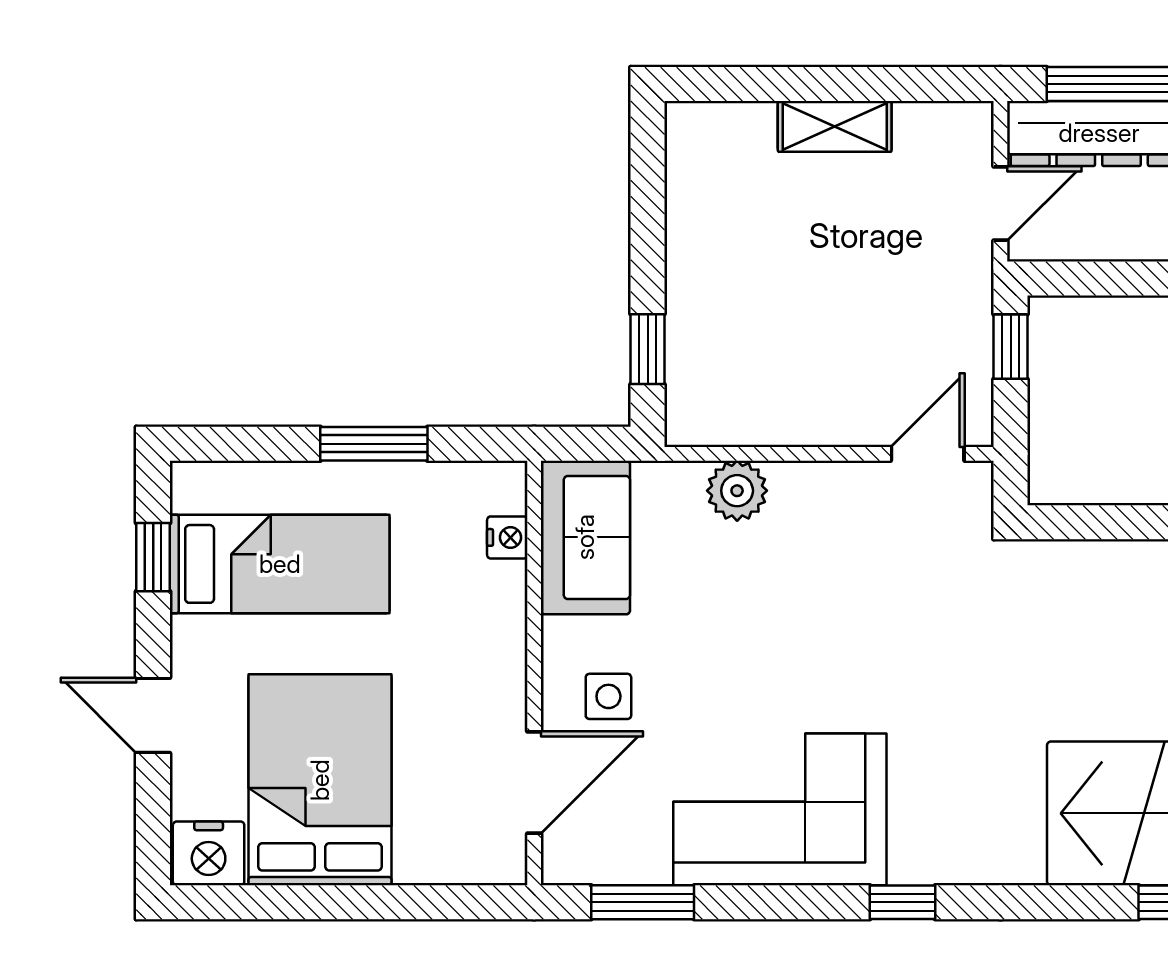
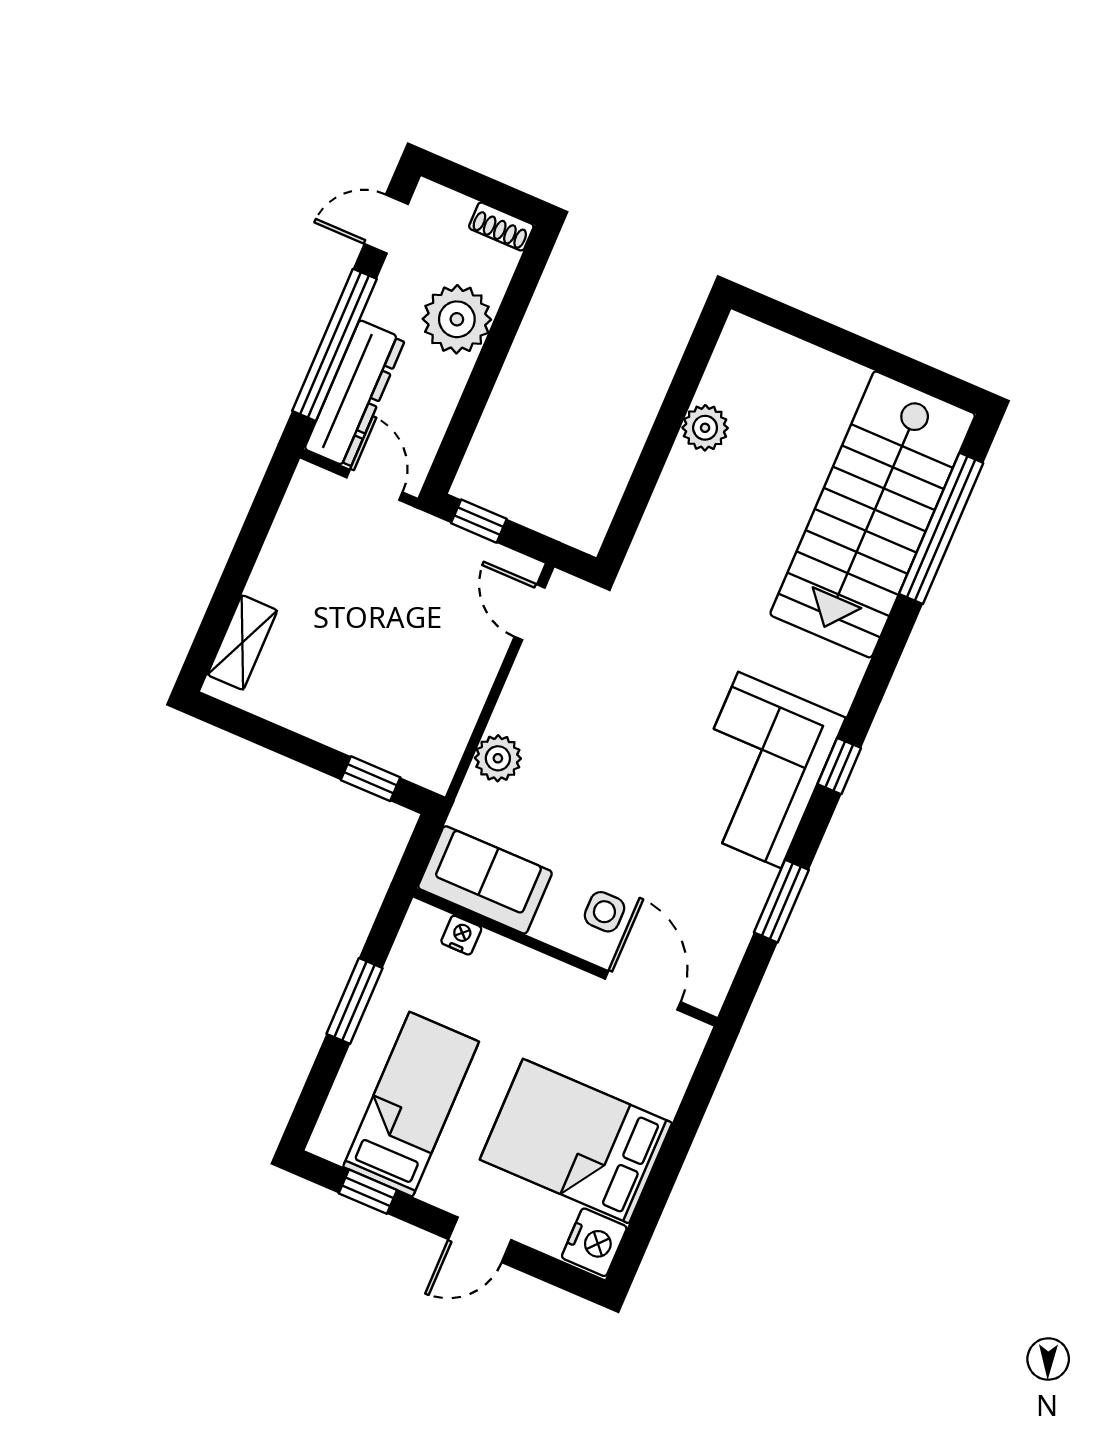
shelving: (835, 126) -> (242, 643), moved
corner sofa: (780, 809) -> (760, 770), moved
window: (643, 902) -> (781, 901), moved

